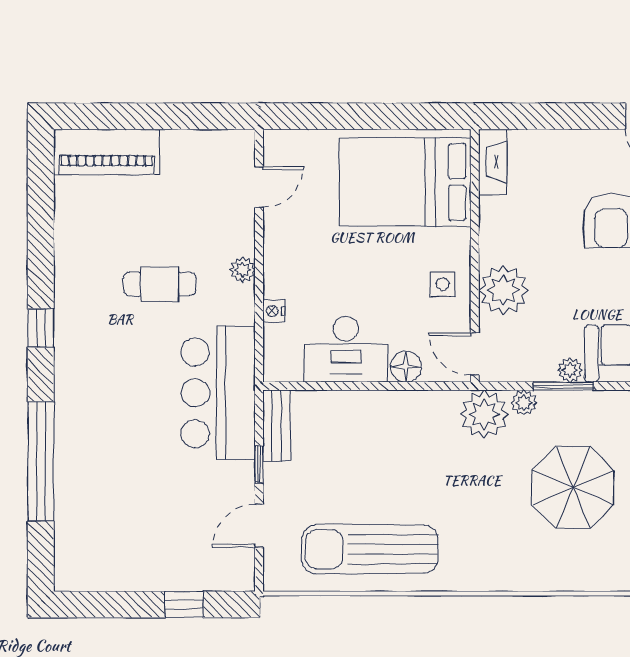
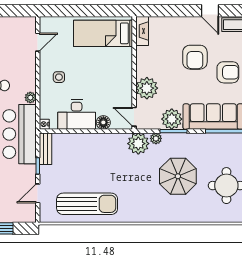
bed: (405, 182) -> (103, 33), width x0.67
plant: (243, 270) -> (30, 98), moved
side table: (443, 284) -> (59, 77), moved
nightstand: (274, 311) -> (44, 124), moved
plant: (570, 370) -> (172, 119), width x1.88, depth x1.88
sun lounger: (370, 549) -> (87, 204), turned 180

